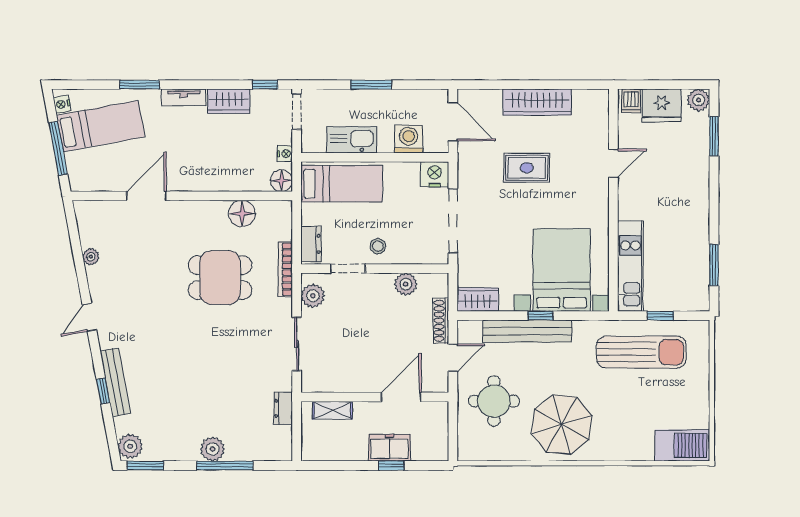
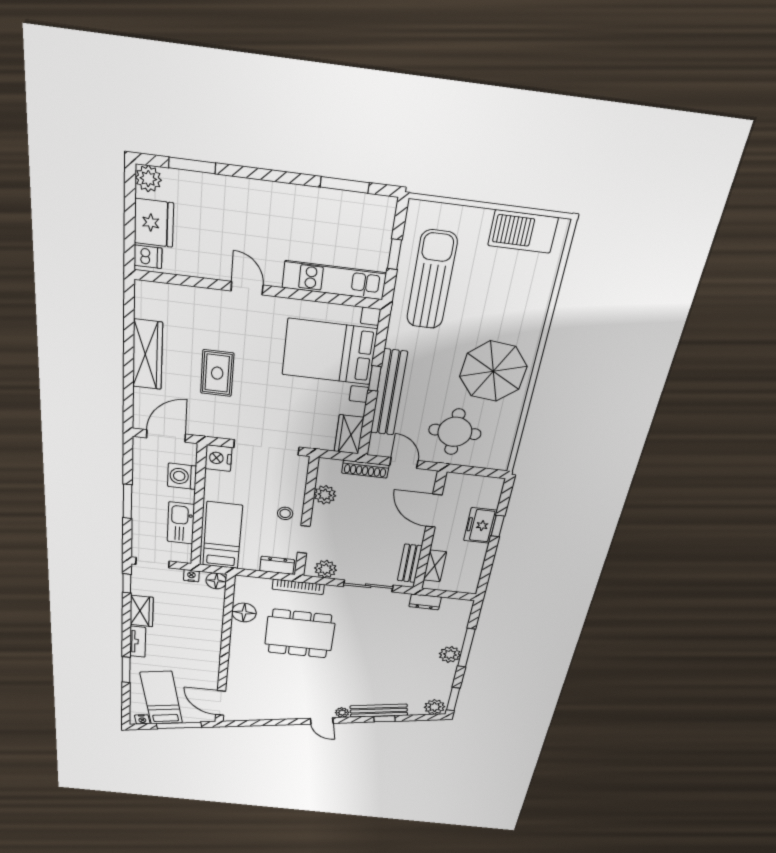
door: (613, 163) -> (247, 288), moved
door: (146, 196) -> (221, 703), moved
plant: (91, 257) -> (342, 713), moved
dining table: (220, 278) -> (300, 634), width x1.38
bench: (332, 383) -> (410, 563), added
barbecue: (682, 445) -> (523, 232), moved, turned -90

